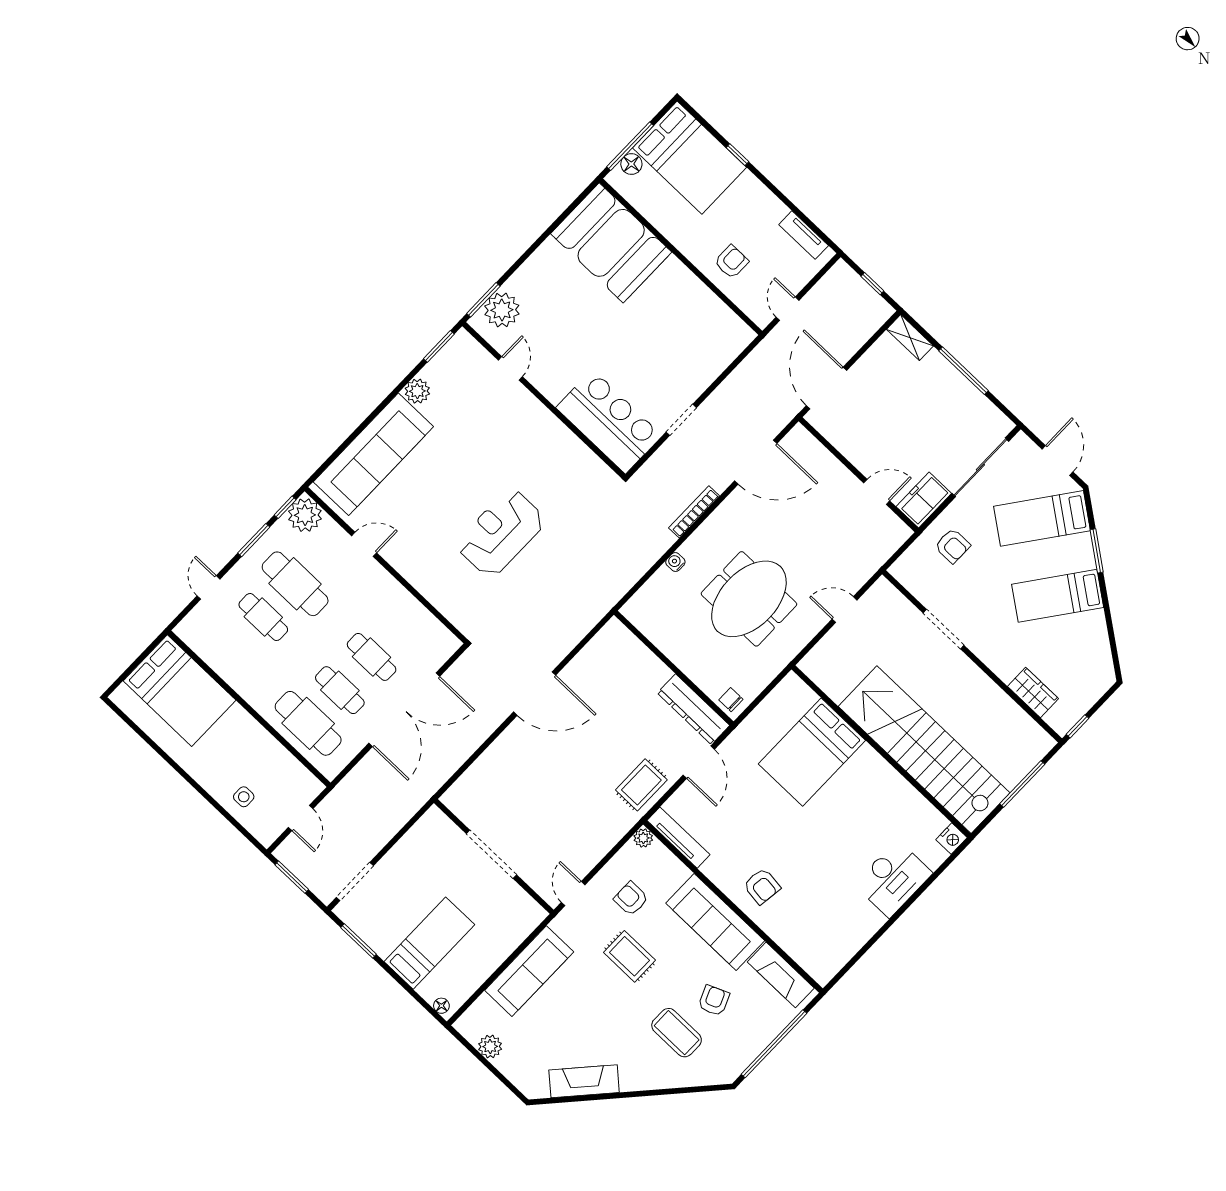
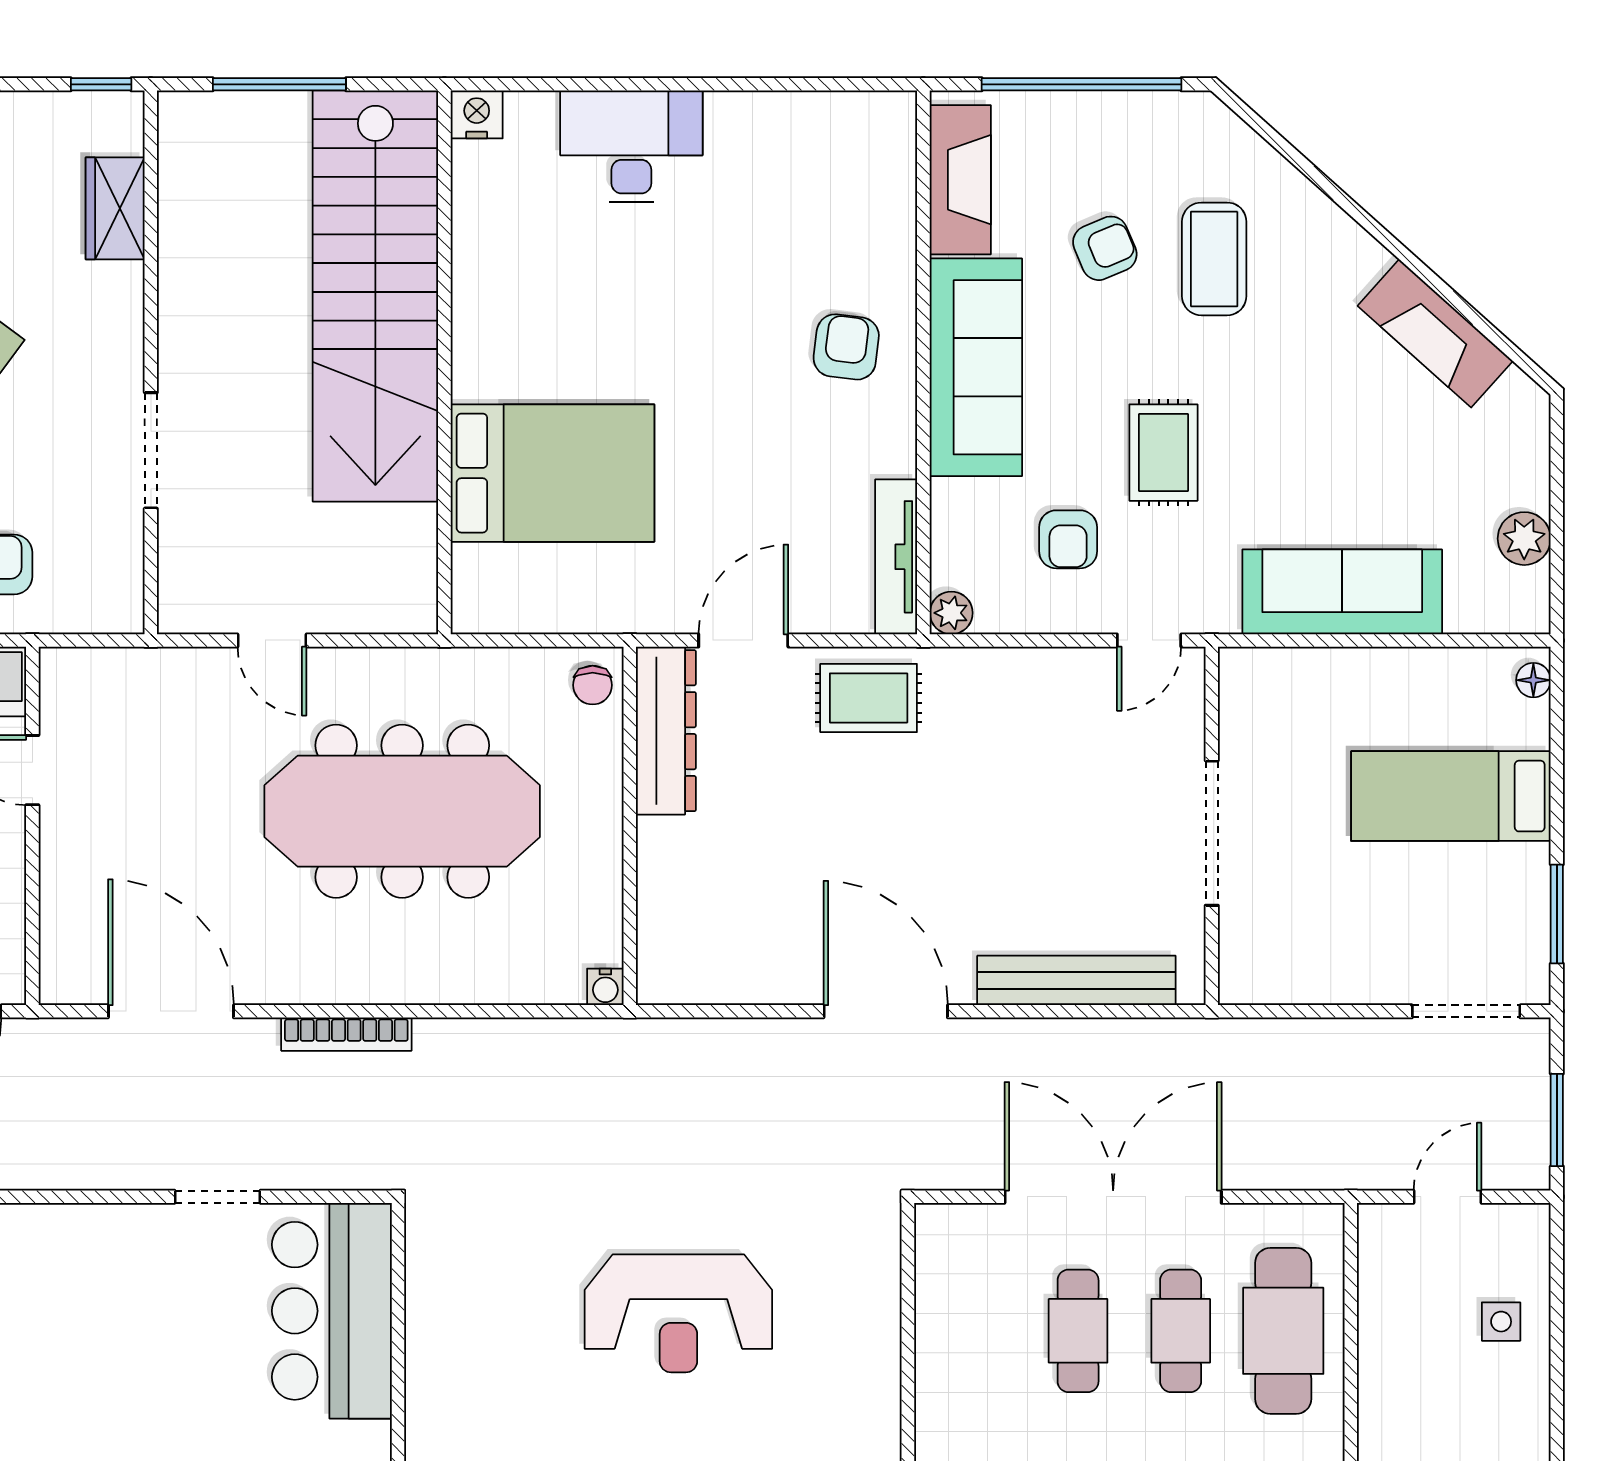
water cooler: (675, 562) -> (605, 987), moved
meeting table: (749, 599) -> (402, 811), width x1.36
bench: (486, 765) -> (1076, 980), added
armchair: (714, 1001) -> (1105, 248), turned 180

